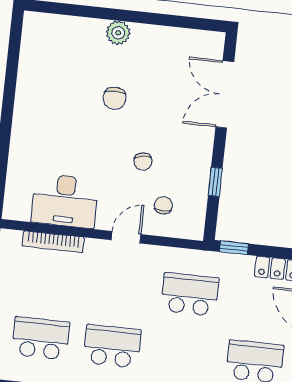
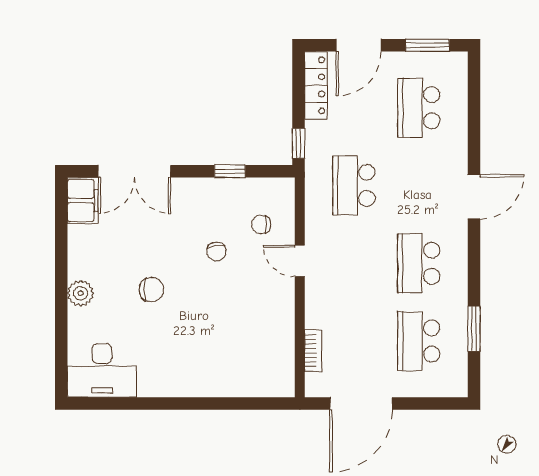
filing cabinet: (203, 44) -> (83, 200), added
chair: (143, 162) -> (216, 251), turned 91
desk: (65, 201) -> (102, 370), moved, turned 90
bookcase: (53, 242) -> (313, 351), width x0.64

